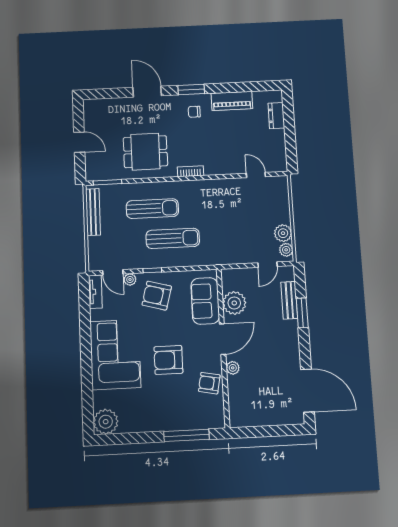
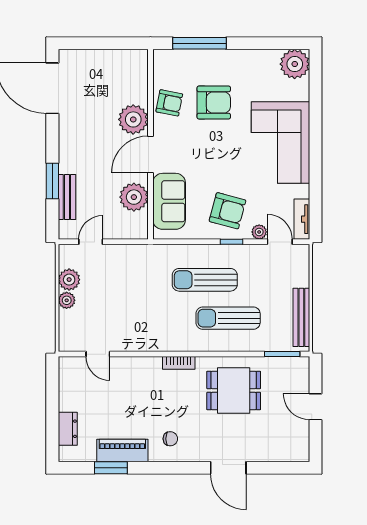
window: (191, 89) -> (111, 468), moved
plant: (286, 250) -> (67, 300), moved
armchair: (168, 360) -> (214, 102), moved
plant: (233, 368) -> (133, 119), width x1.87, depth x1.87

